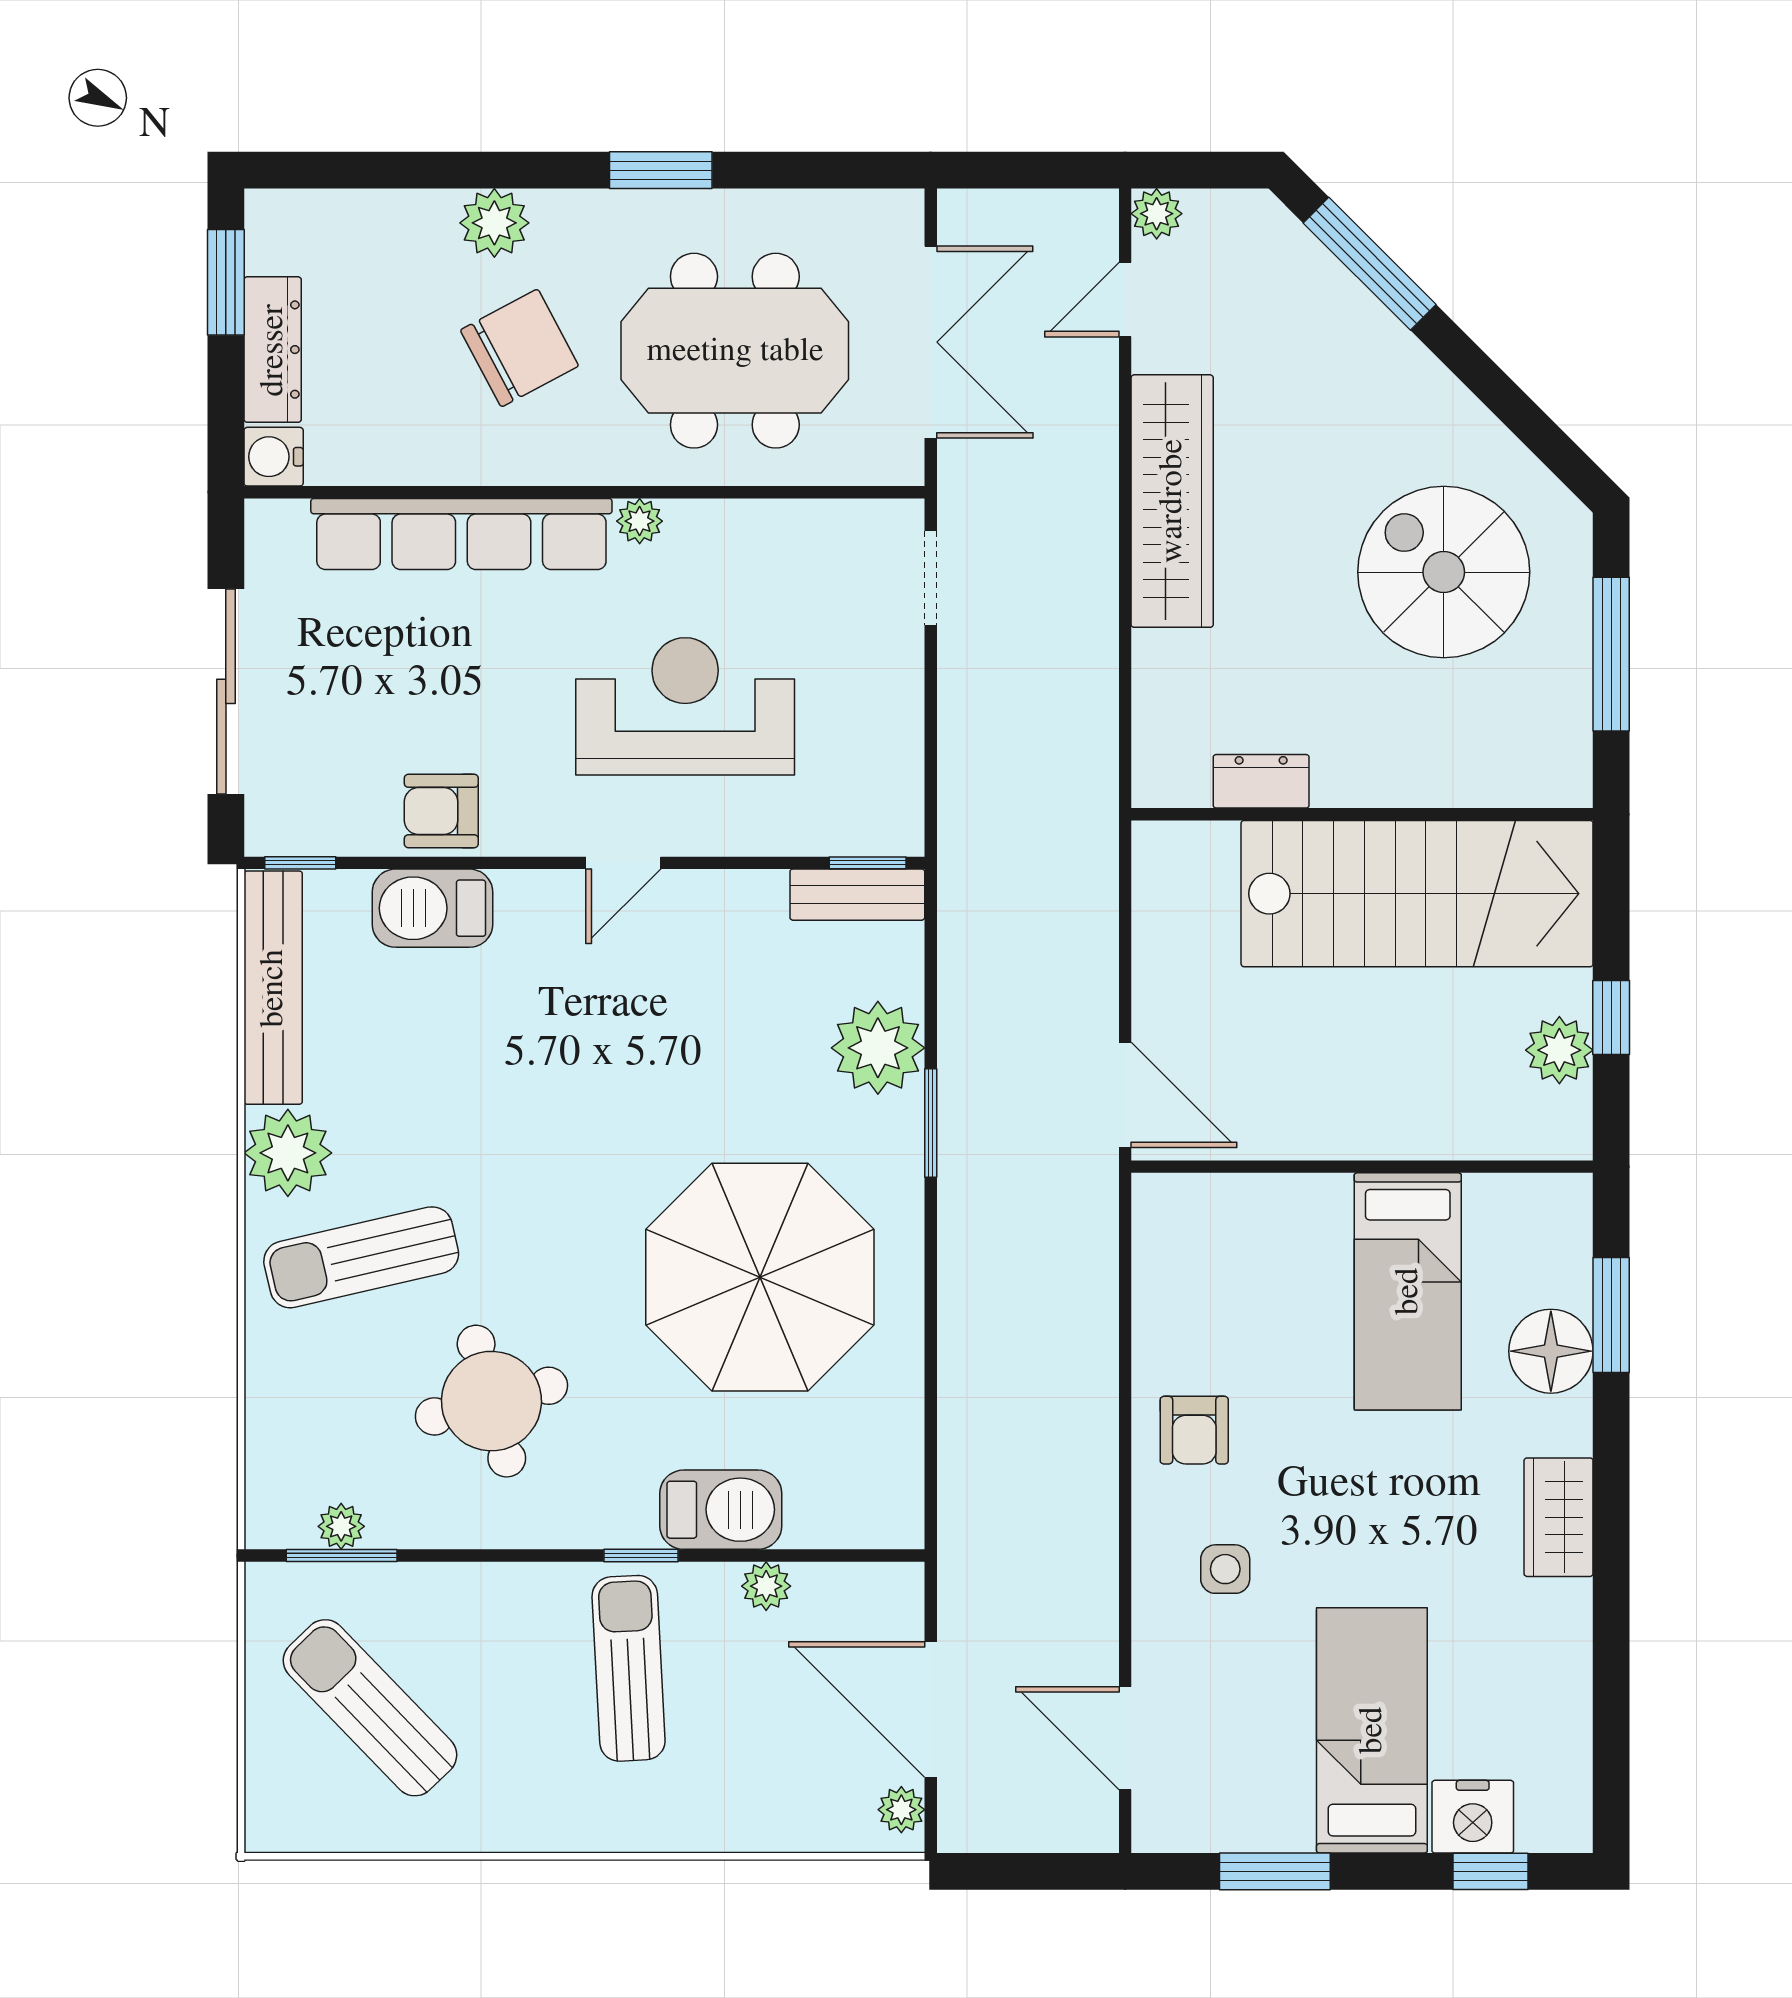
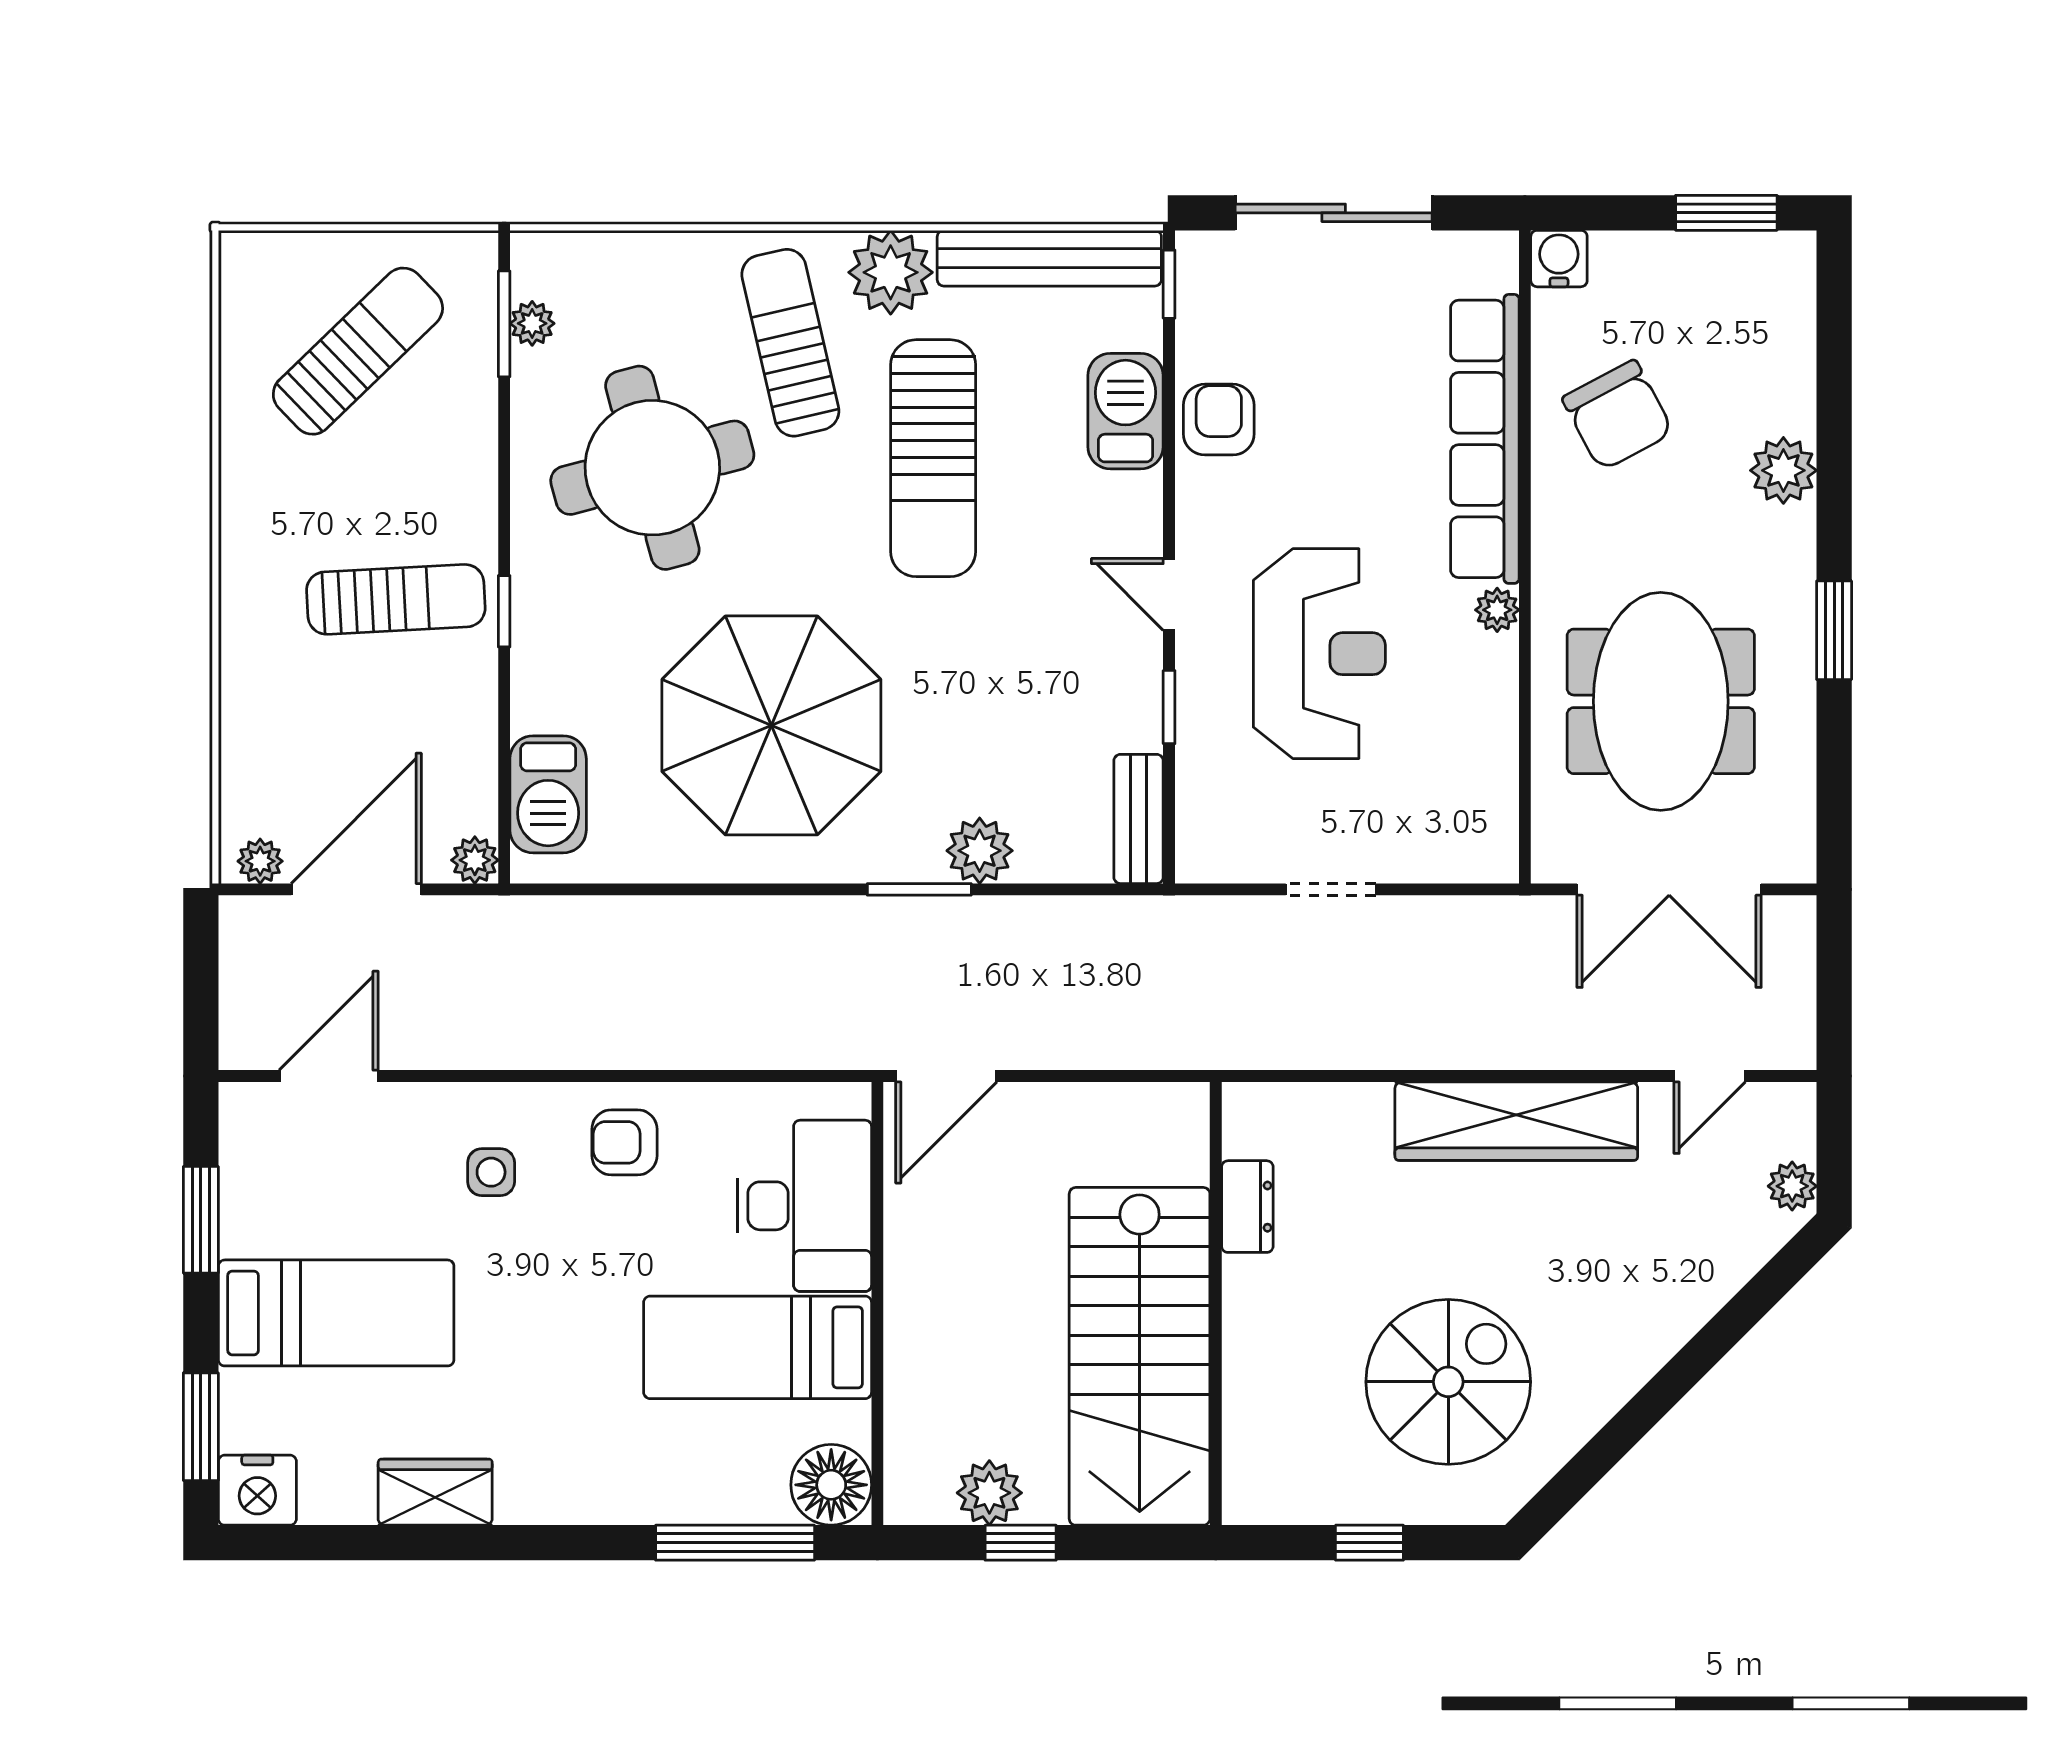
plant: (1157, 214) -> (1792, 1186), moved
window: (1370, 264) -> (1744, 1311), removed
door: (1125, 300) -> (1710, 1076), swing flipped
chair: (519, 348) -> (1618, 415), moved
dresser: (273, 350) -> (1662, 258), removed
doorway: (931, 578) -> (1331, 889), moved
window: (1611, 654) -> (1369, 1543), width x0.46
window: (868, 863) -> (1169, 707), moved
plant: (878, 1048) -> (980, 851), width x0.73, depth x0.73
sun lounger: (482, 1109) -> (933, 458), added
desk: (1260, 1243) -> (804, 1206), added
window: (1611, 1315) -> (735, 1543), width x1.44
floor lamp: (1551, 1351) -> (831, 1485), moved
round table: (491, 1401) -> (652, 468), width x1.36, depth x1.36
barbecue: (721, 1510) -> (548, 794), moved
wardrobe: (1559, 1517) -> (435, 1492), moved
plant: (766, 1586) -> (475, 860), moved
nightstand: (1473, 1817) -> (257, 1490), moved, turned -90
window: (1490, 1871) -> (201, 1427), width x1.50

